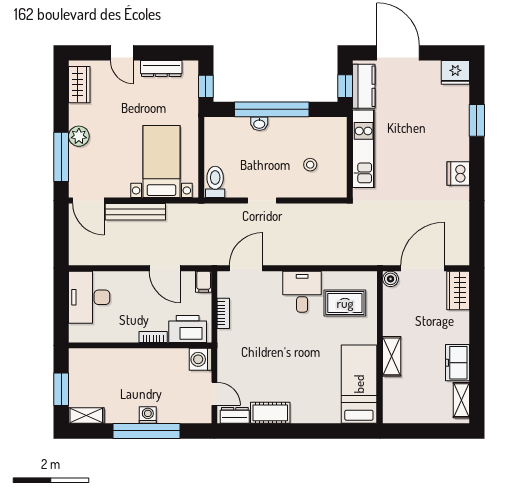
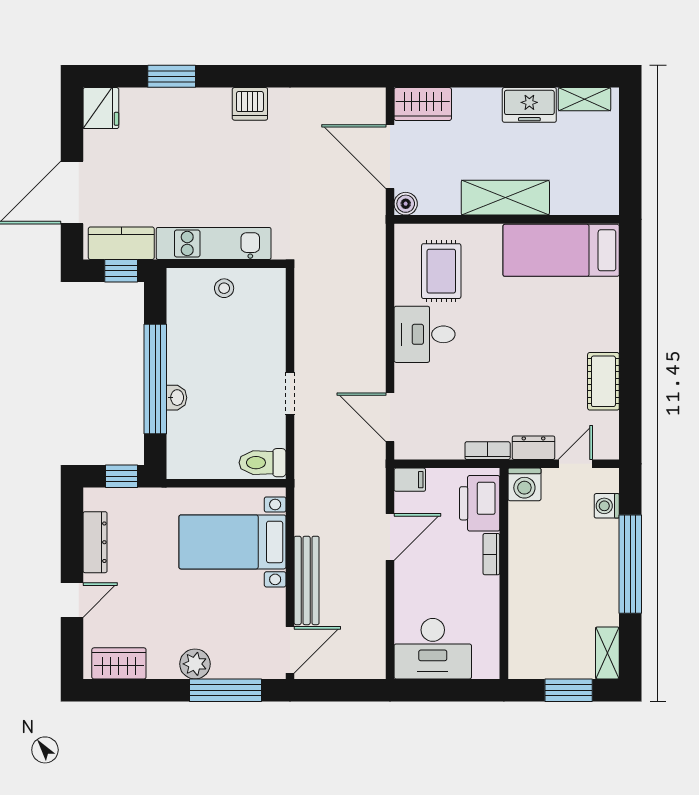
stool: (310, 165) -> (224, 288), moved
bookcase: (223, 313) -> (488, 451), moved
shelving: (392, 356) -> (505, 198), width x1.50, depth x1.33
washing machine: (148, 415) -> (607, 506), moved
dresser: (235, 415) -> (534, 448), moved, turned 90

